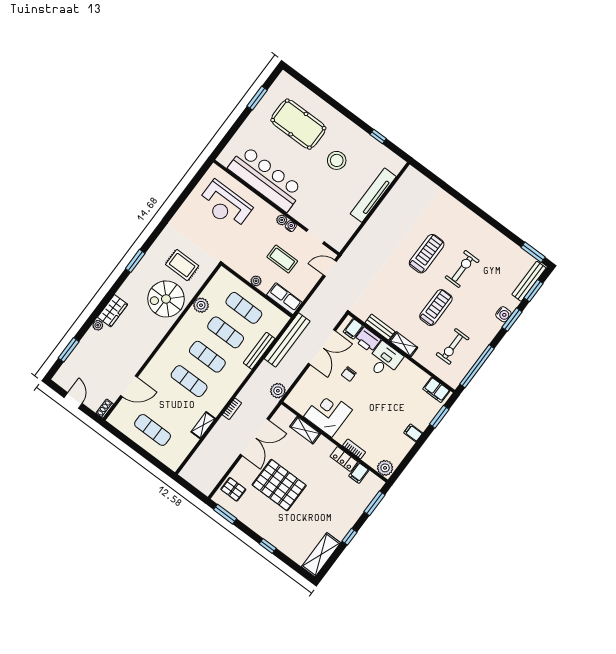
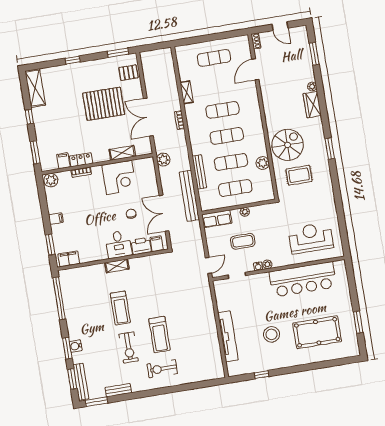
bench: (380, 327) -> (118, 390), moved
exercise bike: (453, 346) -> (162, 369), moved, turned -90

